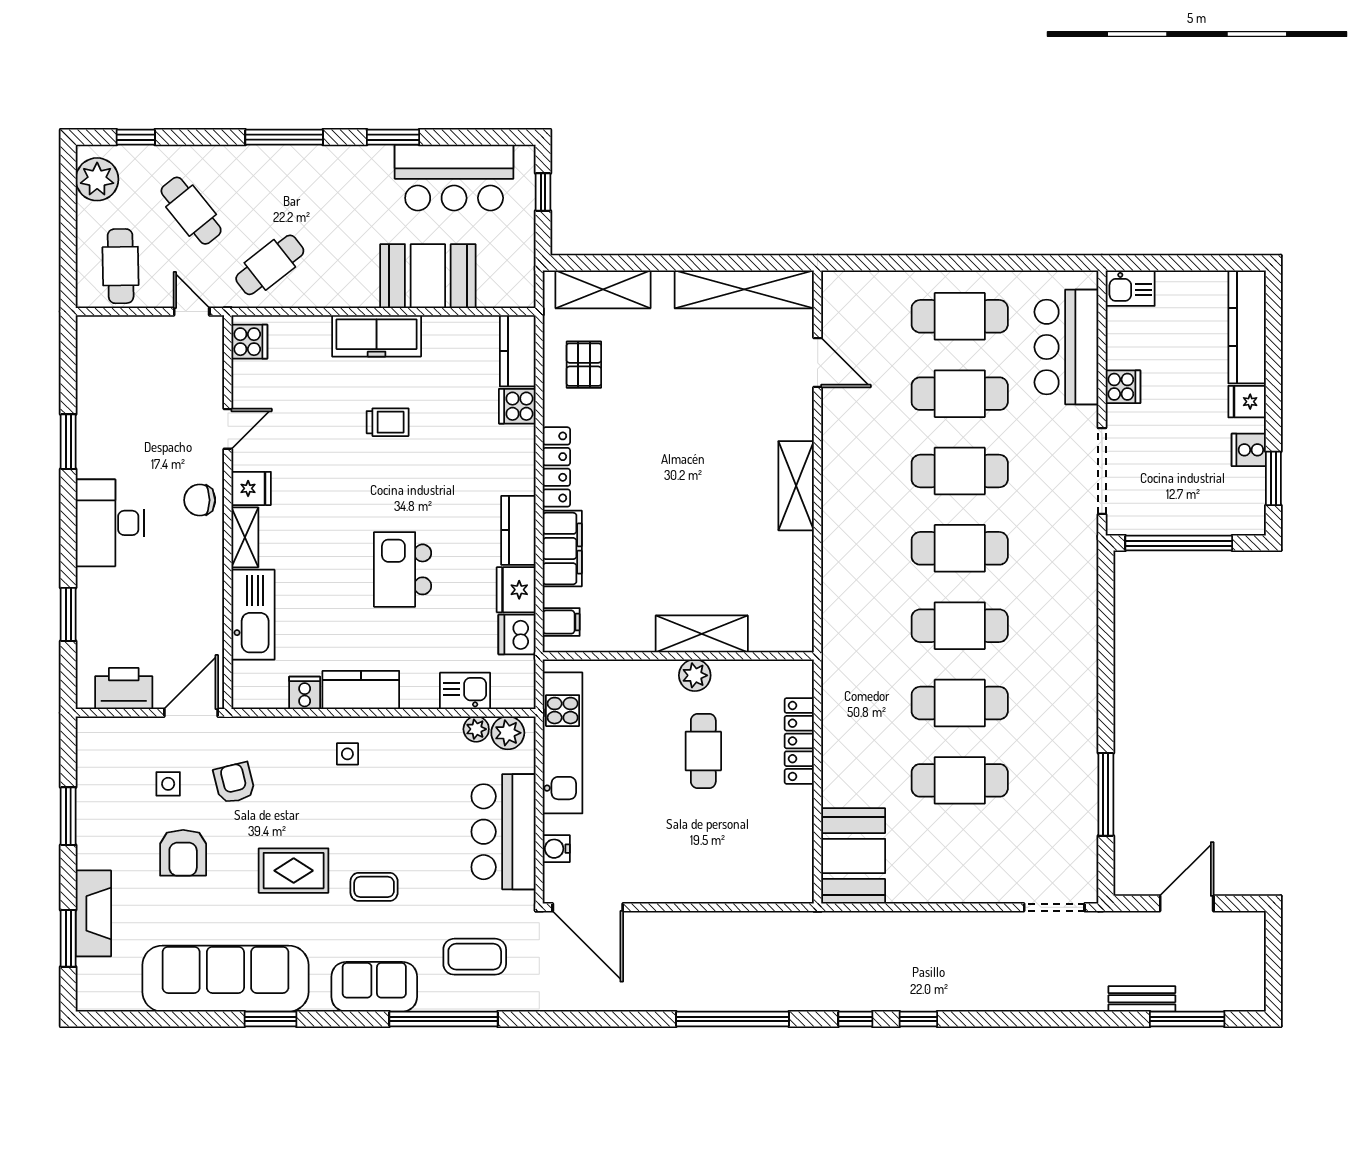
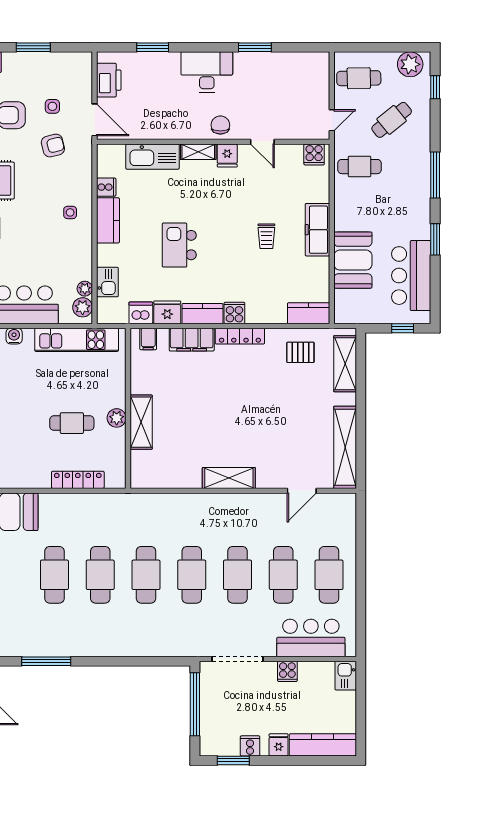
cafe table: (270, 265) -> (360, 167), turned -52
cooker: (517, 406) -> (234, 313), moved
kitchen island: (403, 569) -> (179, 245), turned -90

